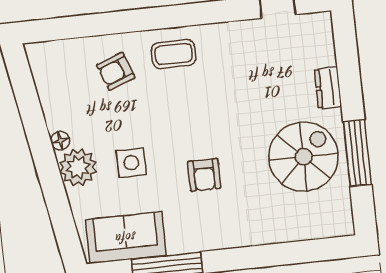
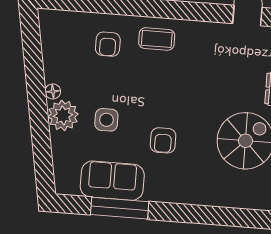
armchair: (116, 71) -> (108, 44), turned -69
sofa: (126, 238) -> (112, 181), moved

